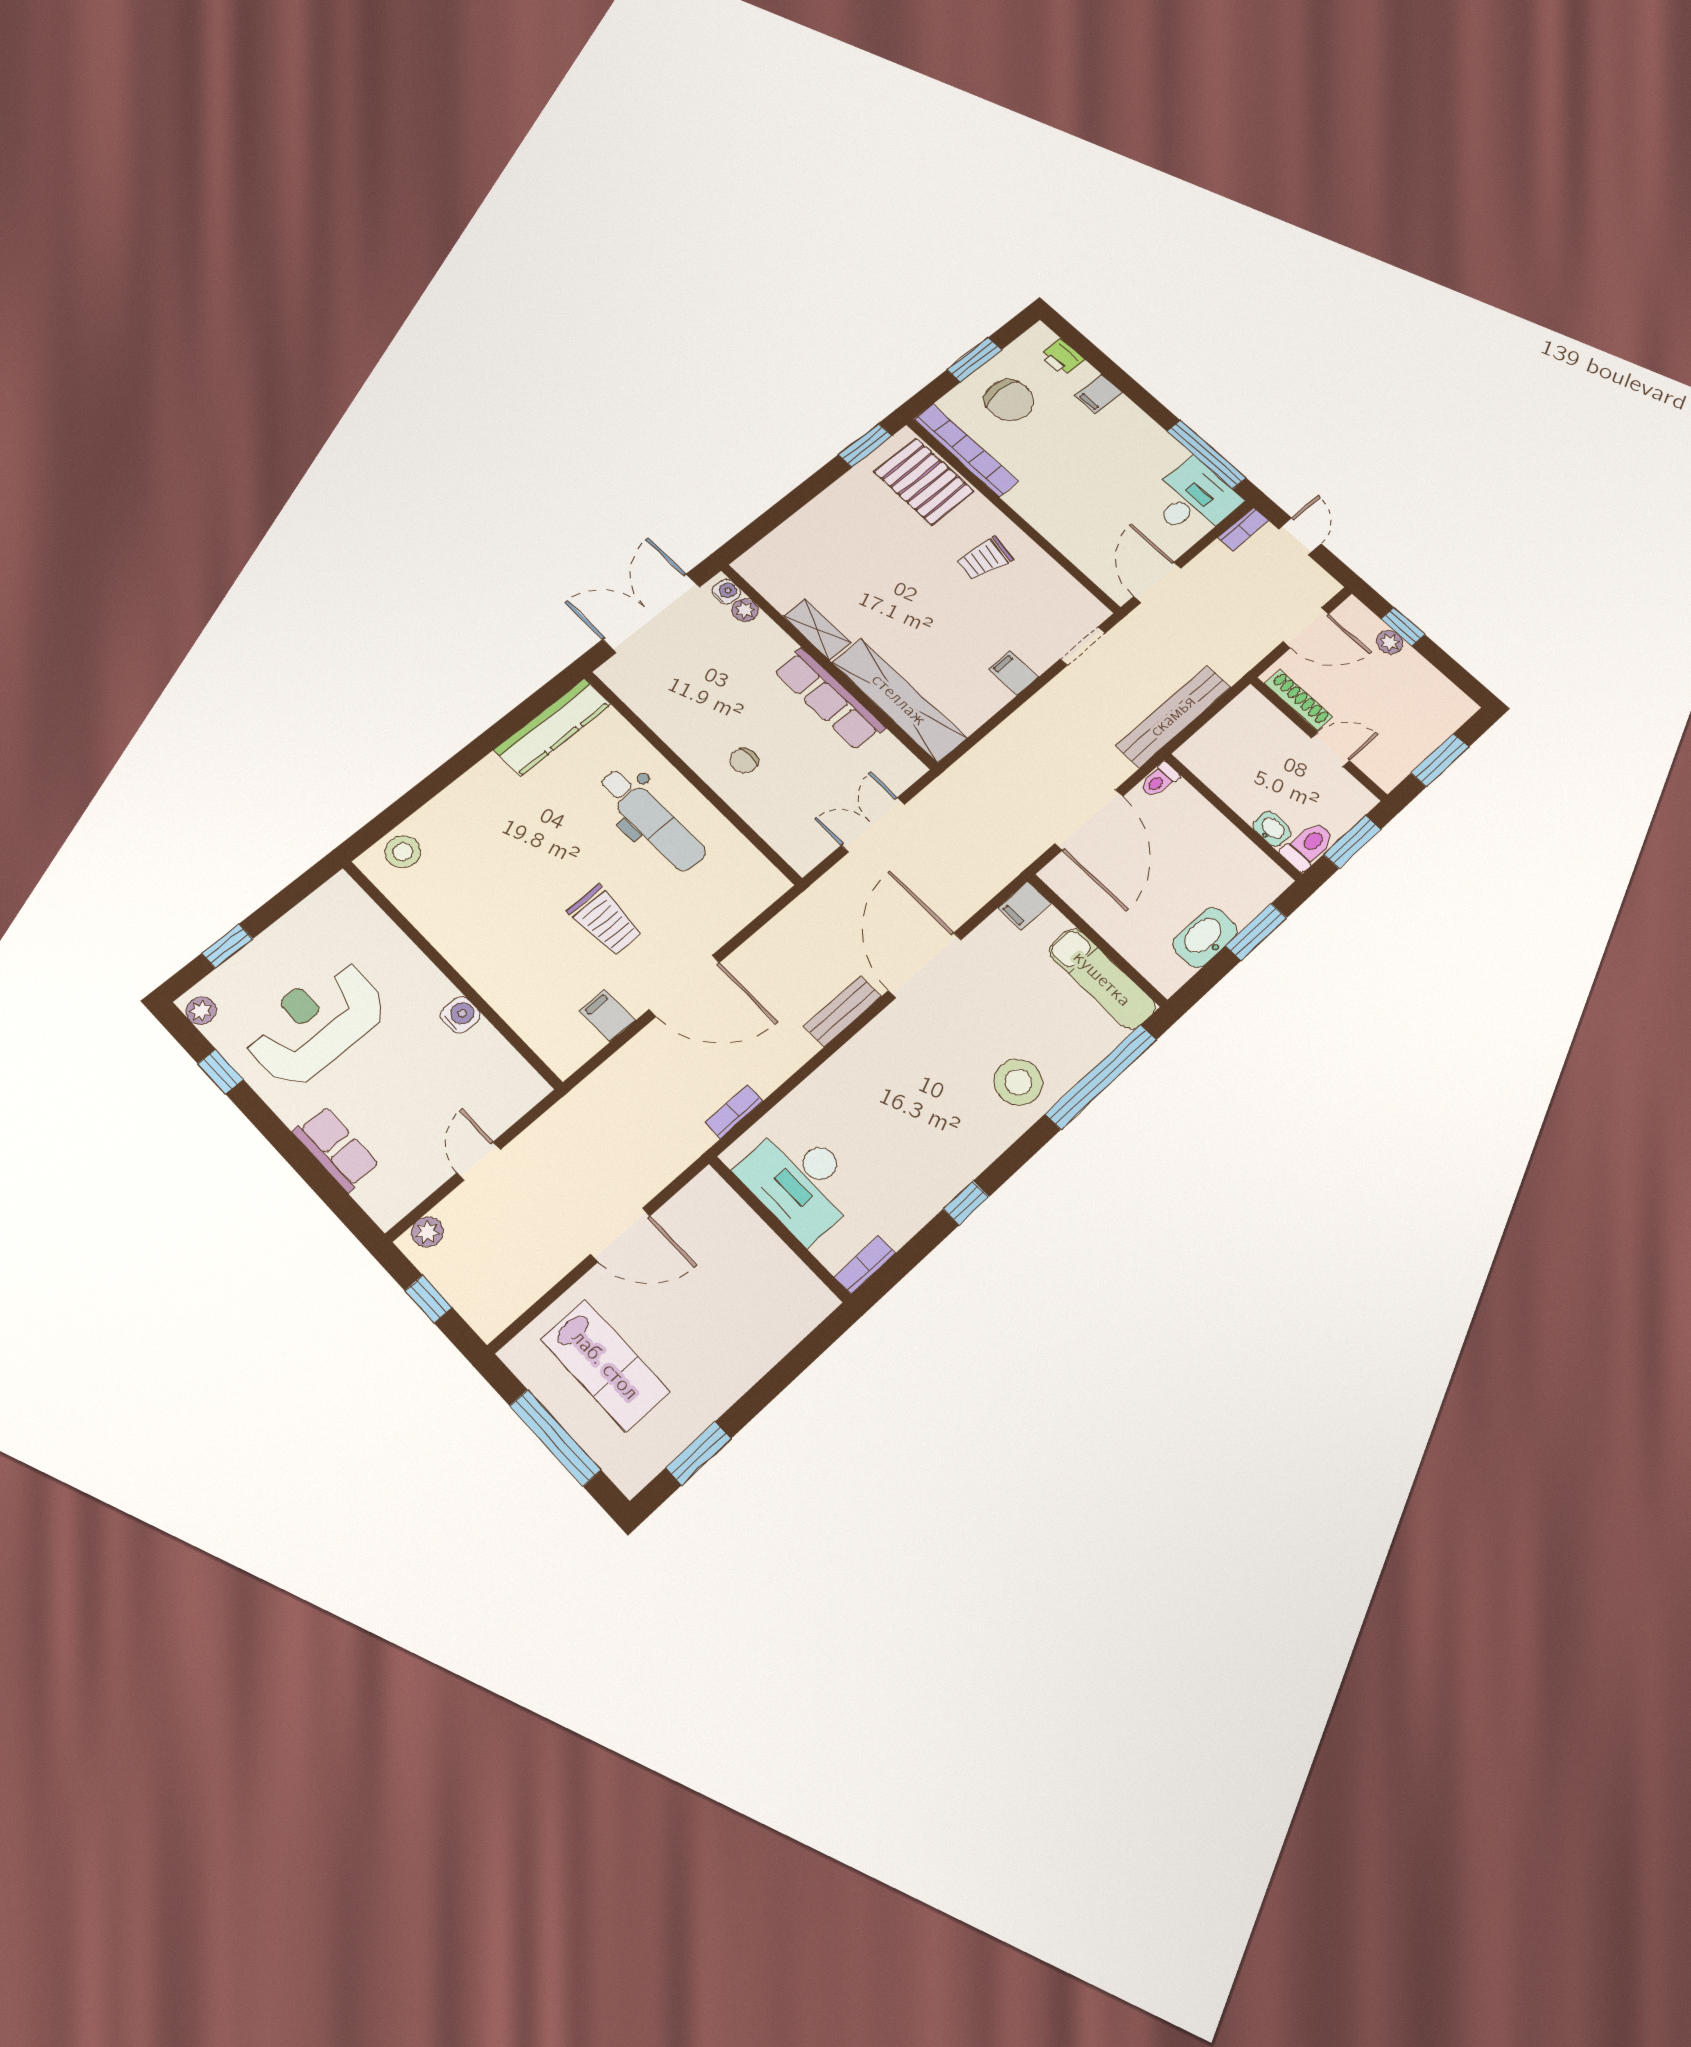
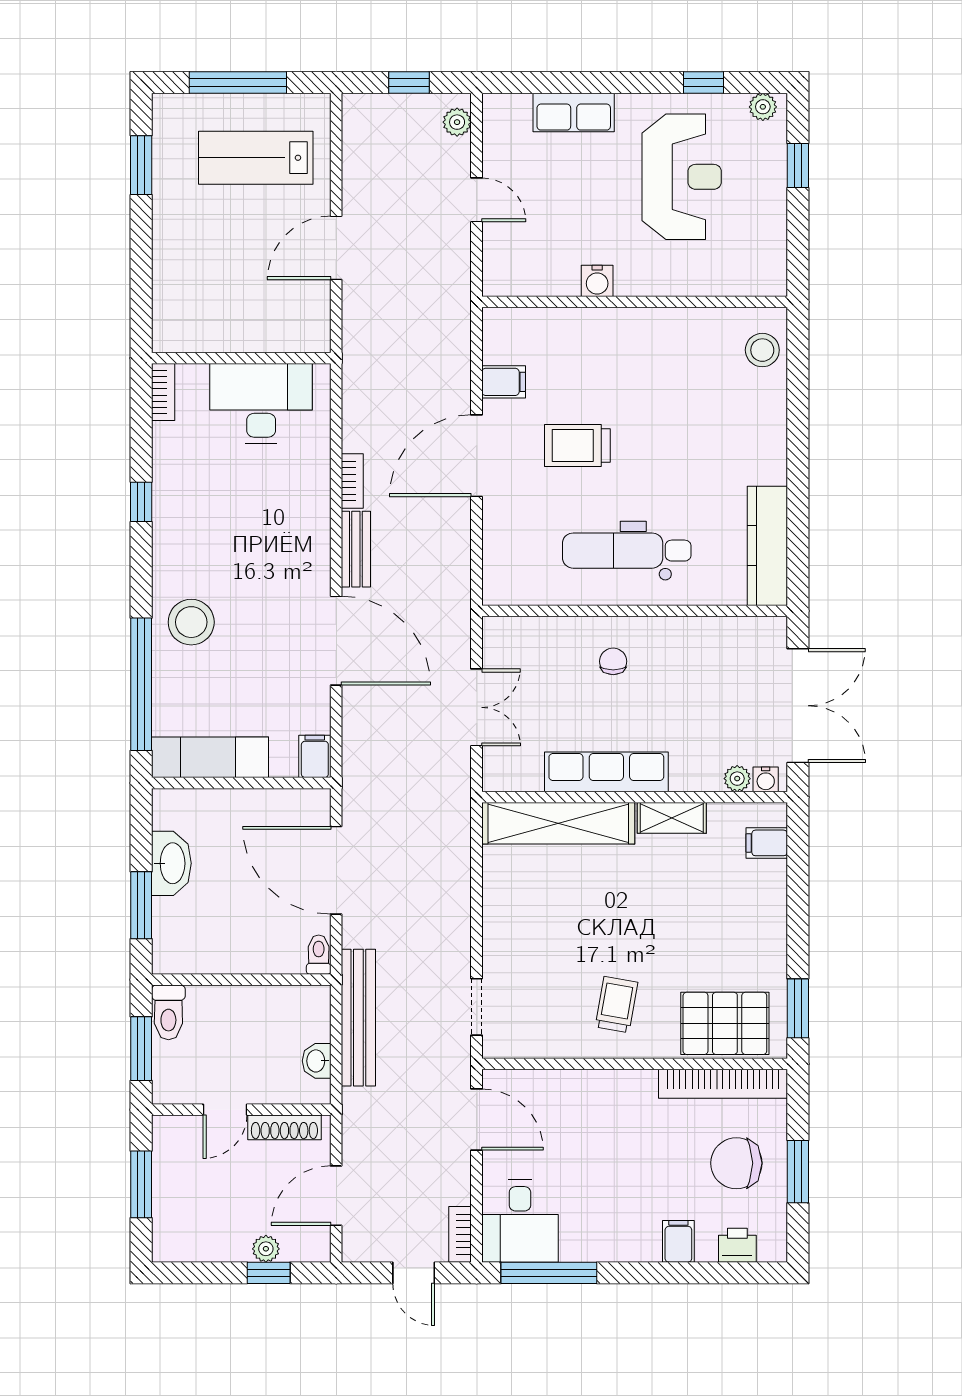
filing cabinet: (1013, 673) -> (767, 843), moved, turned 180
washbasin: (1272, 829) -> (317, 1061), moved, turned 90
bookcase: (734, 1112) -> (352, 481), moved

